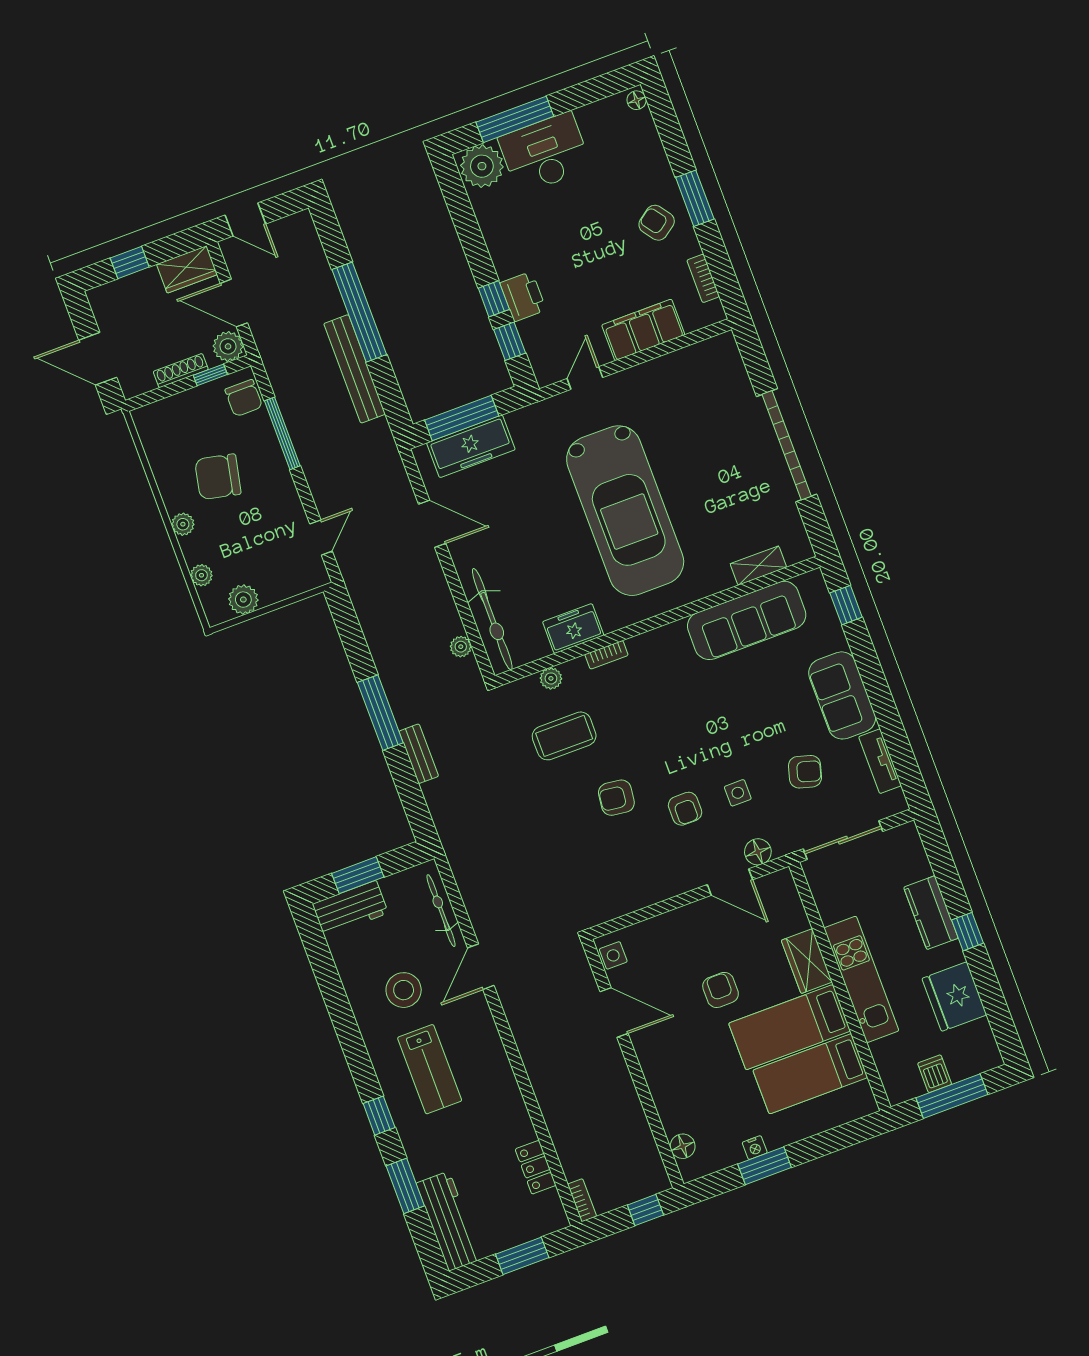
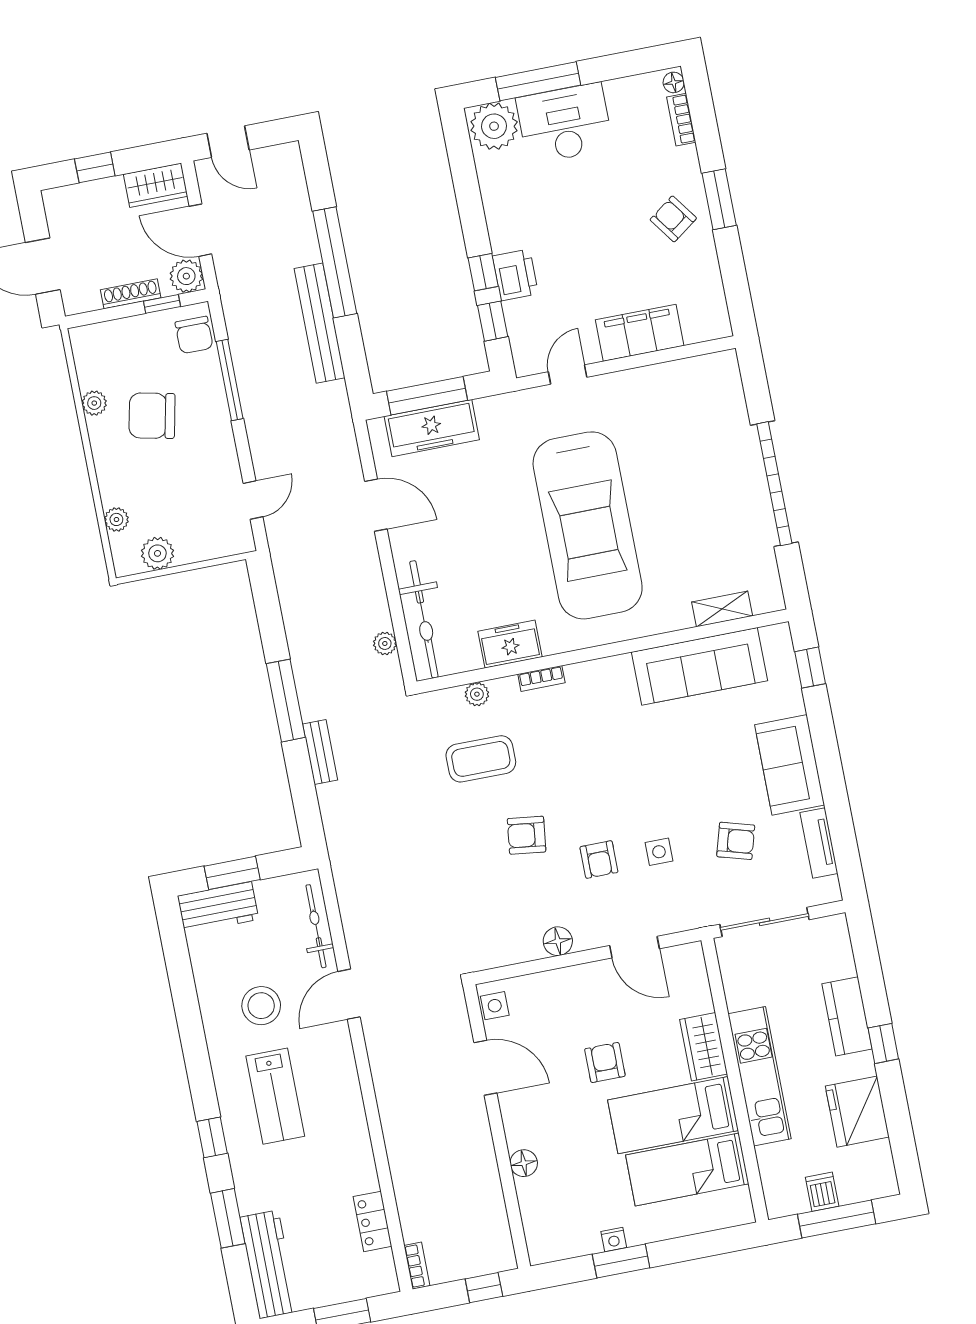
bookcase: (703, 278) -> (681, 120), moved
plant: (183, 524) -> (94, 403), moved
floor lamp: (758, 852) -> (558, 941), moved
floor lamp: (683, 1146) -> (524, 1163), moved

